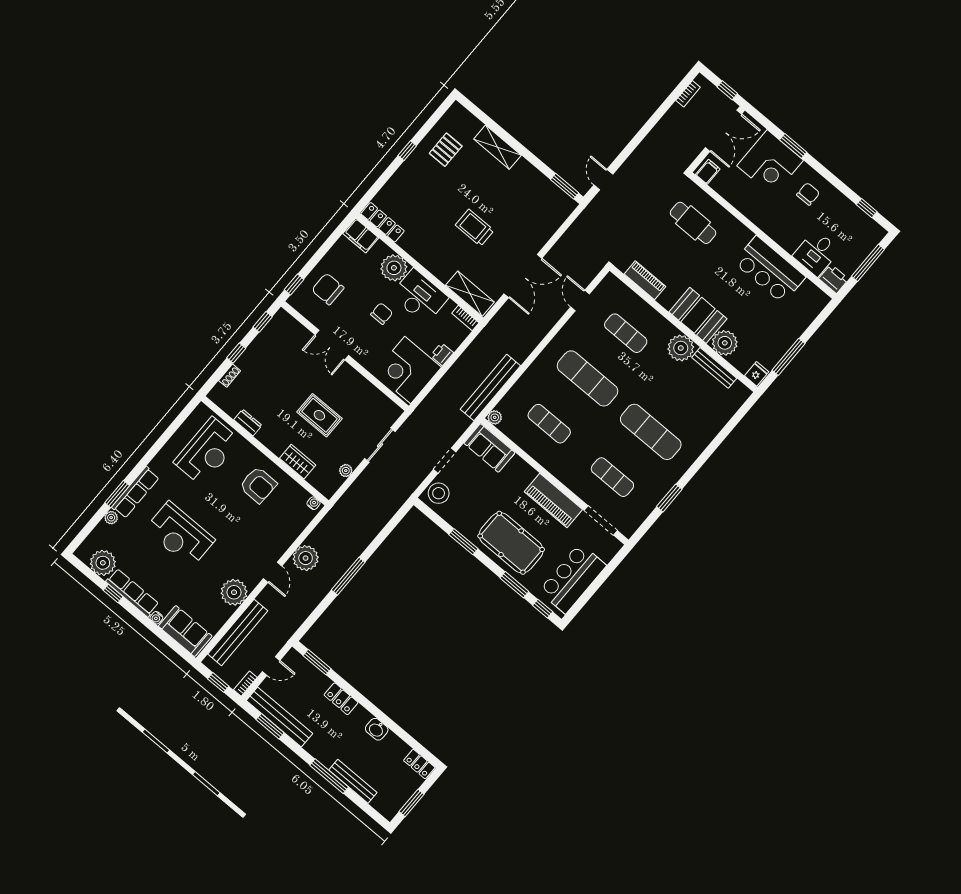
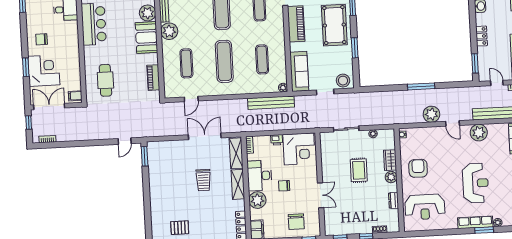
shelving: (497, 147) -> (238, 184), moved
plant: (277, 445) -> (391, 177), added
sofa: (489, 448) -> (299, 71), width x1.36
reception desk: (207, 451) -> (425, 207), turned 180
door: (273, 572) -> (452, 123), swing flipped

